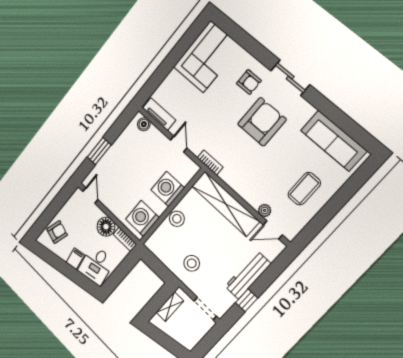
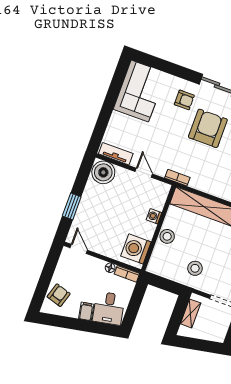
boiler: (144, 124) -> (103, 172), width x1.86, depth x1.86
washing machine: (168, 189) -> (154, 216), width x0.53, depth x0.53
floor lamp: (106, 227) -> (110, 268), width x0.53, depth x0.53

